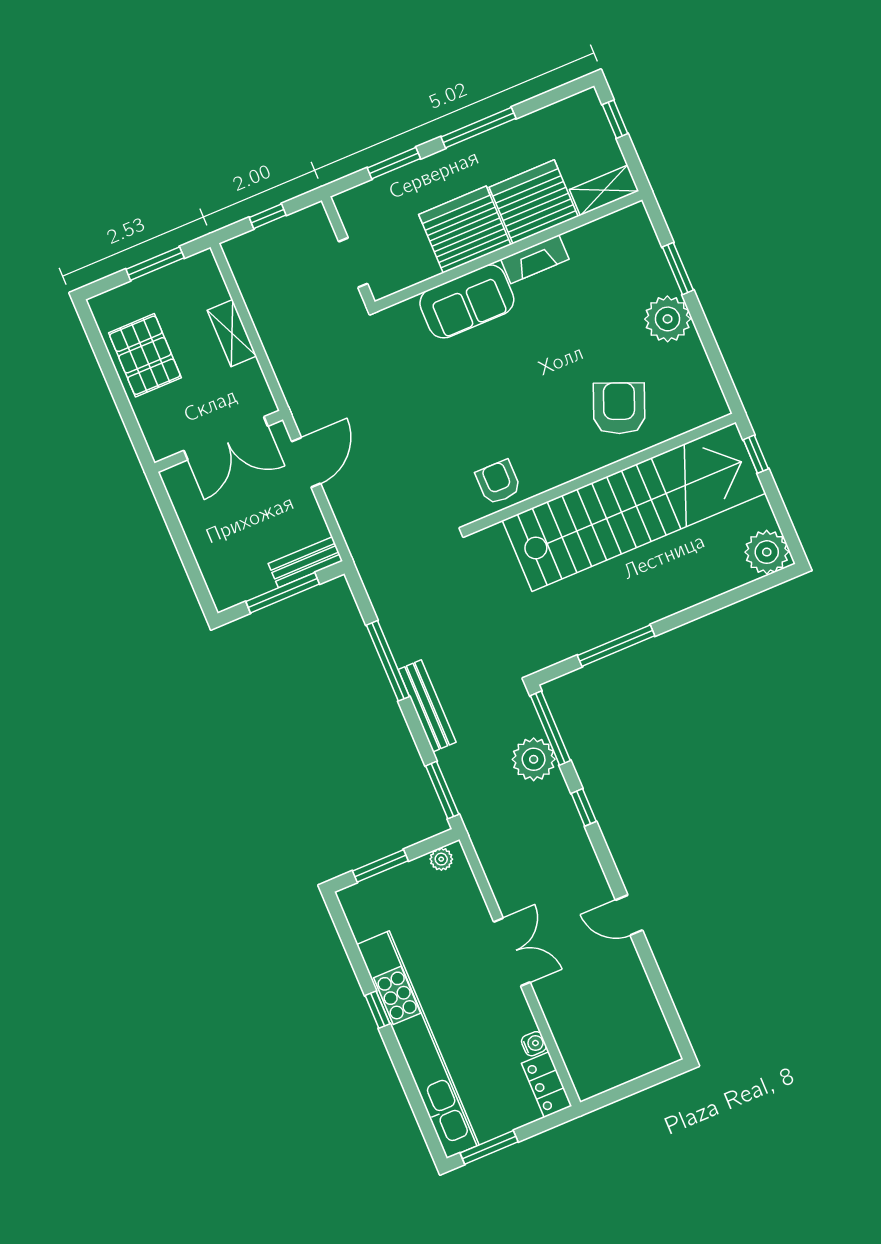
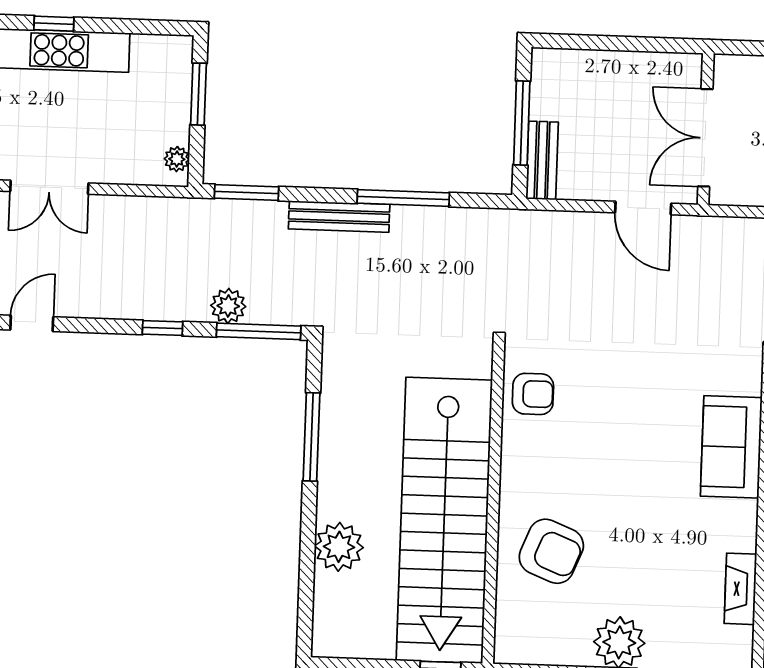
fireplace: (535, 259) -> (740, 589), moved
plant: (767, 552) -> (339, 547), moved
plant: (534, 759) -> (228, 306), width x0.73, depth x0.73

